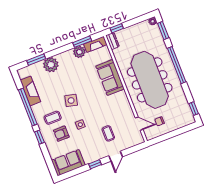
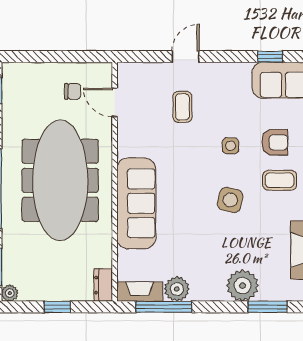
window: (117, 28) -> (57, 307), moved
window: (82, 42) -> (164, 307), width x1.44
sofa: (110, 77) -> (136, 203), width x1.36
window: (95, 164) -> (270, 57), moved

